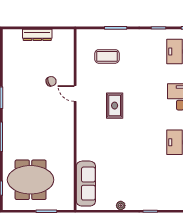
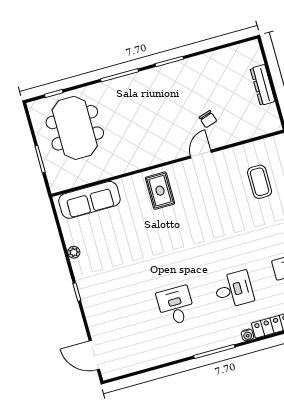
rug: (115, 106) -> (160, 191), moved, turned 90

